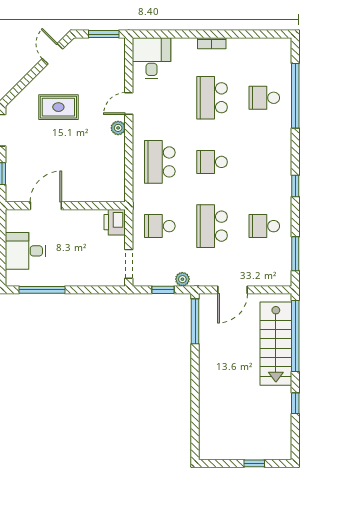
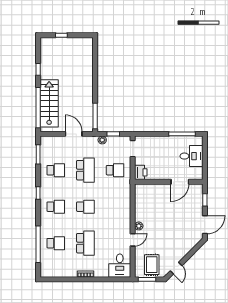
rug: (58, 107) -> (152, 265), moved, turned 90
school desk: (160, 162) -> (56, 207), moved, width x0.54
door: (233, 290) -> (74, 134), hinge flipped

